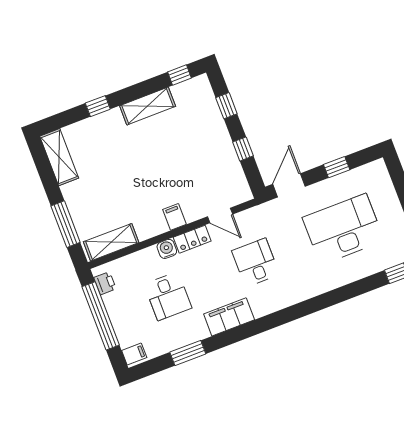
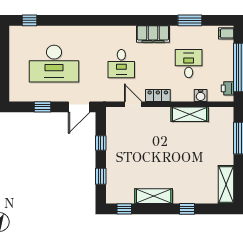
filing cabinet: (175, 217) -> (164, 115), removed
shelving: (111, 242) -> (190, 114), moved
water cooler: (167, 249) -> (201, 95), moved

